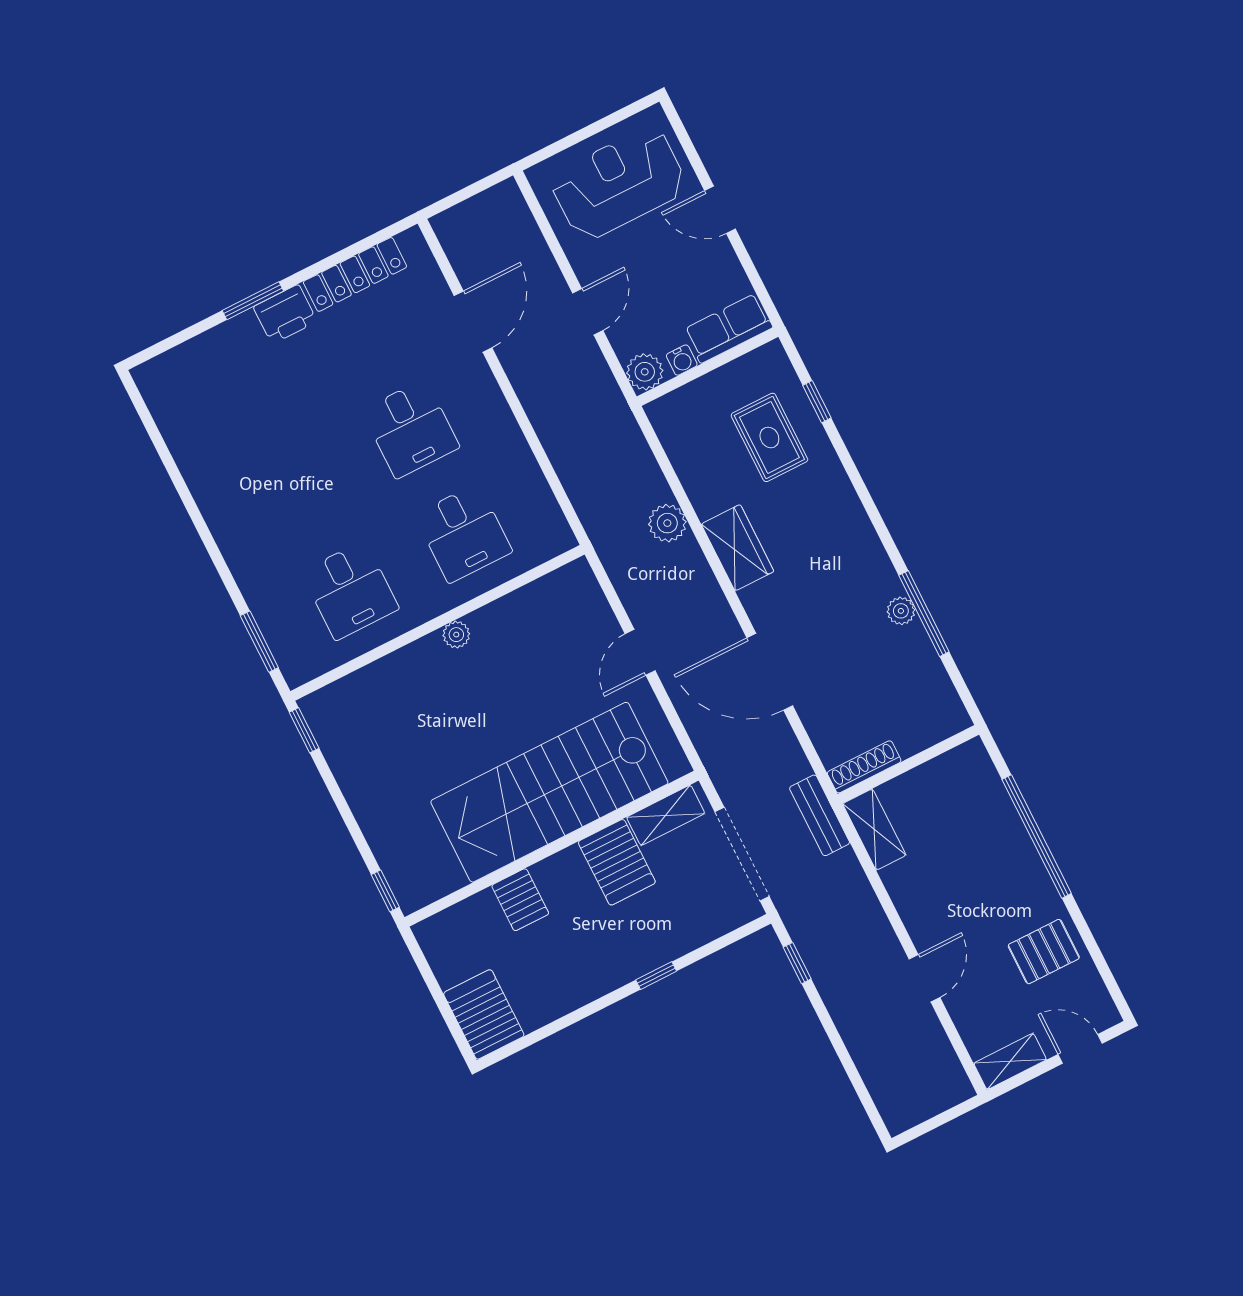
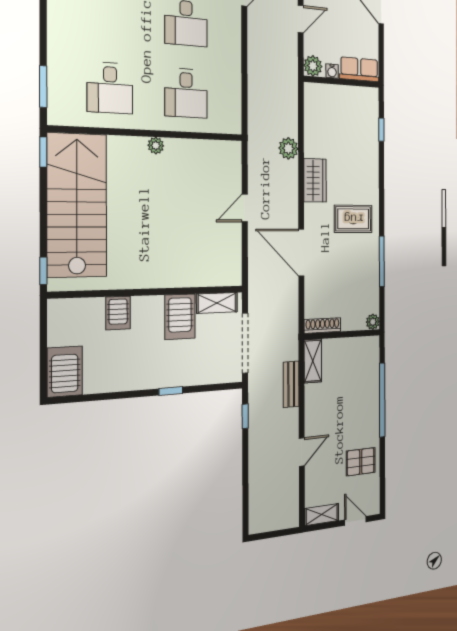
rug: (769, 437) -> (353, 219), moved, turned 90
plant: (901, 611) -> (373, 322), moved
stairs: (549, 792) -> (77, 205), moved, turned 90
bench: (820, 815) -> (291, 384), moved

